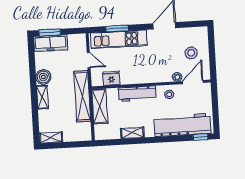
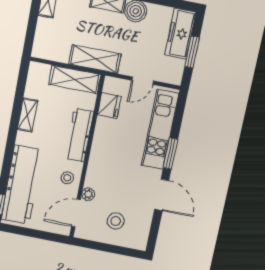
window: (117, 29) -> (170, 153), moved
window: (50, 32) -> (192, 52), moved
door: (193, 82) -> (76, 213), swing flipped
shelving: (82, 96) -> (95, 59), width x0.68

